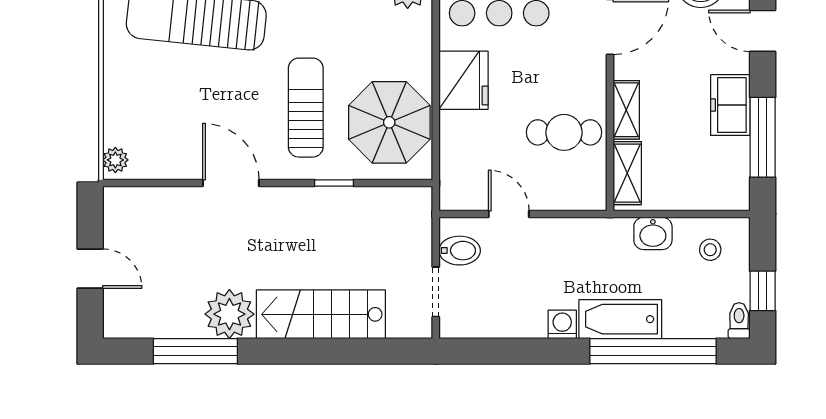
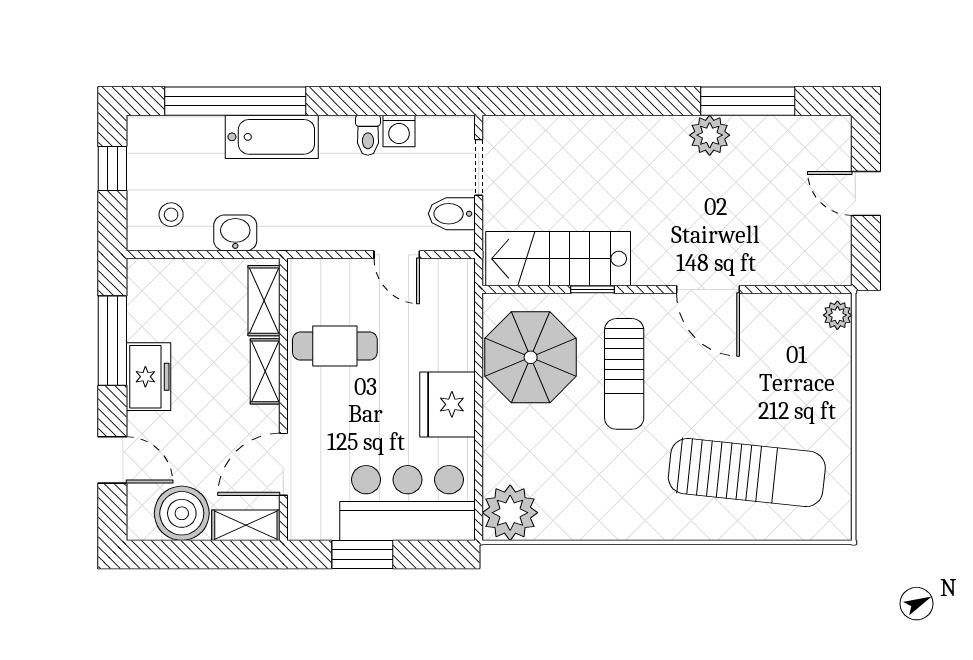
plant: (229, 314) -> (710, 135), width x0.73, depth x0.73
stairs: (321, 314) -> (558, 259), moved, turned 180
toilet: (739, 321) -> (368, 135), moved
washing machine: (562, 324) -> (399, 131), moved

